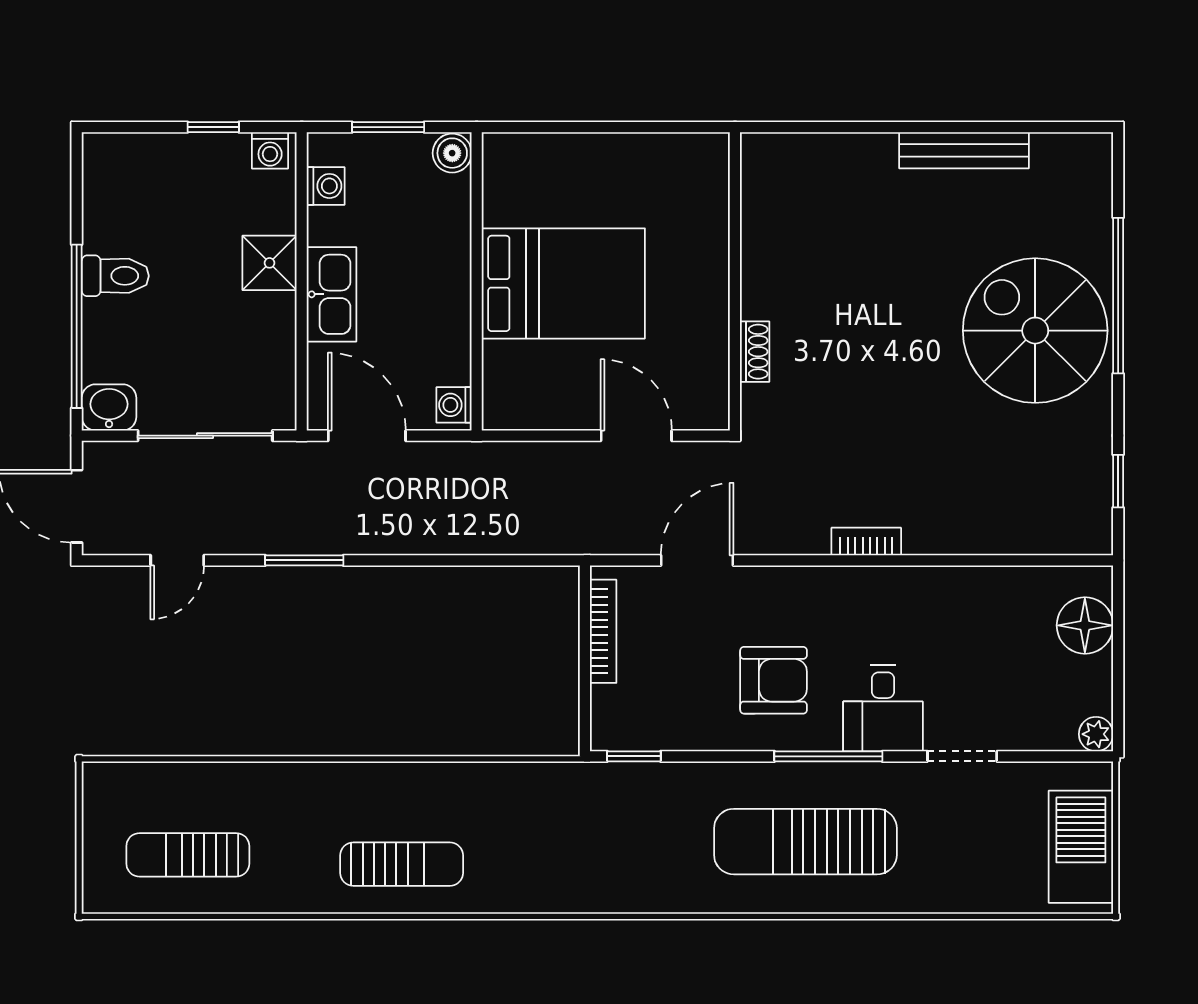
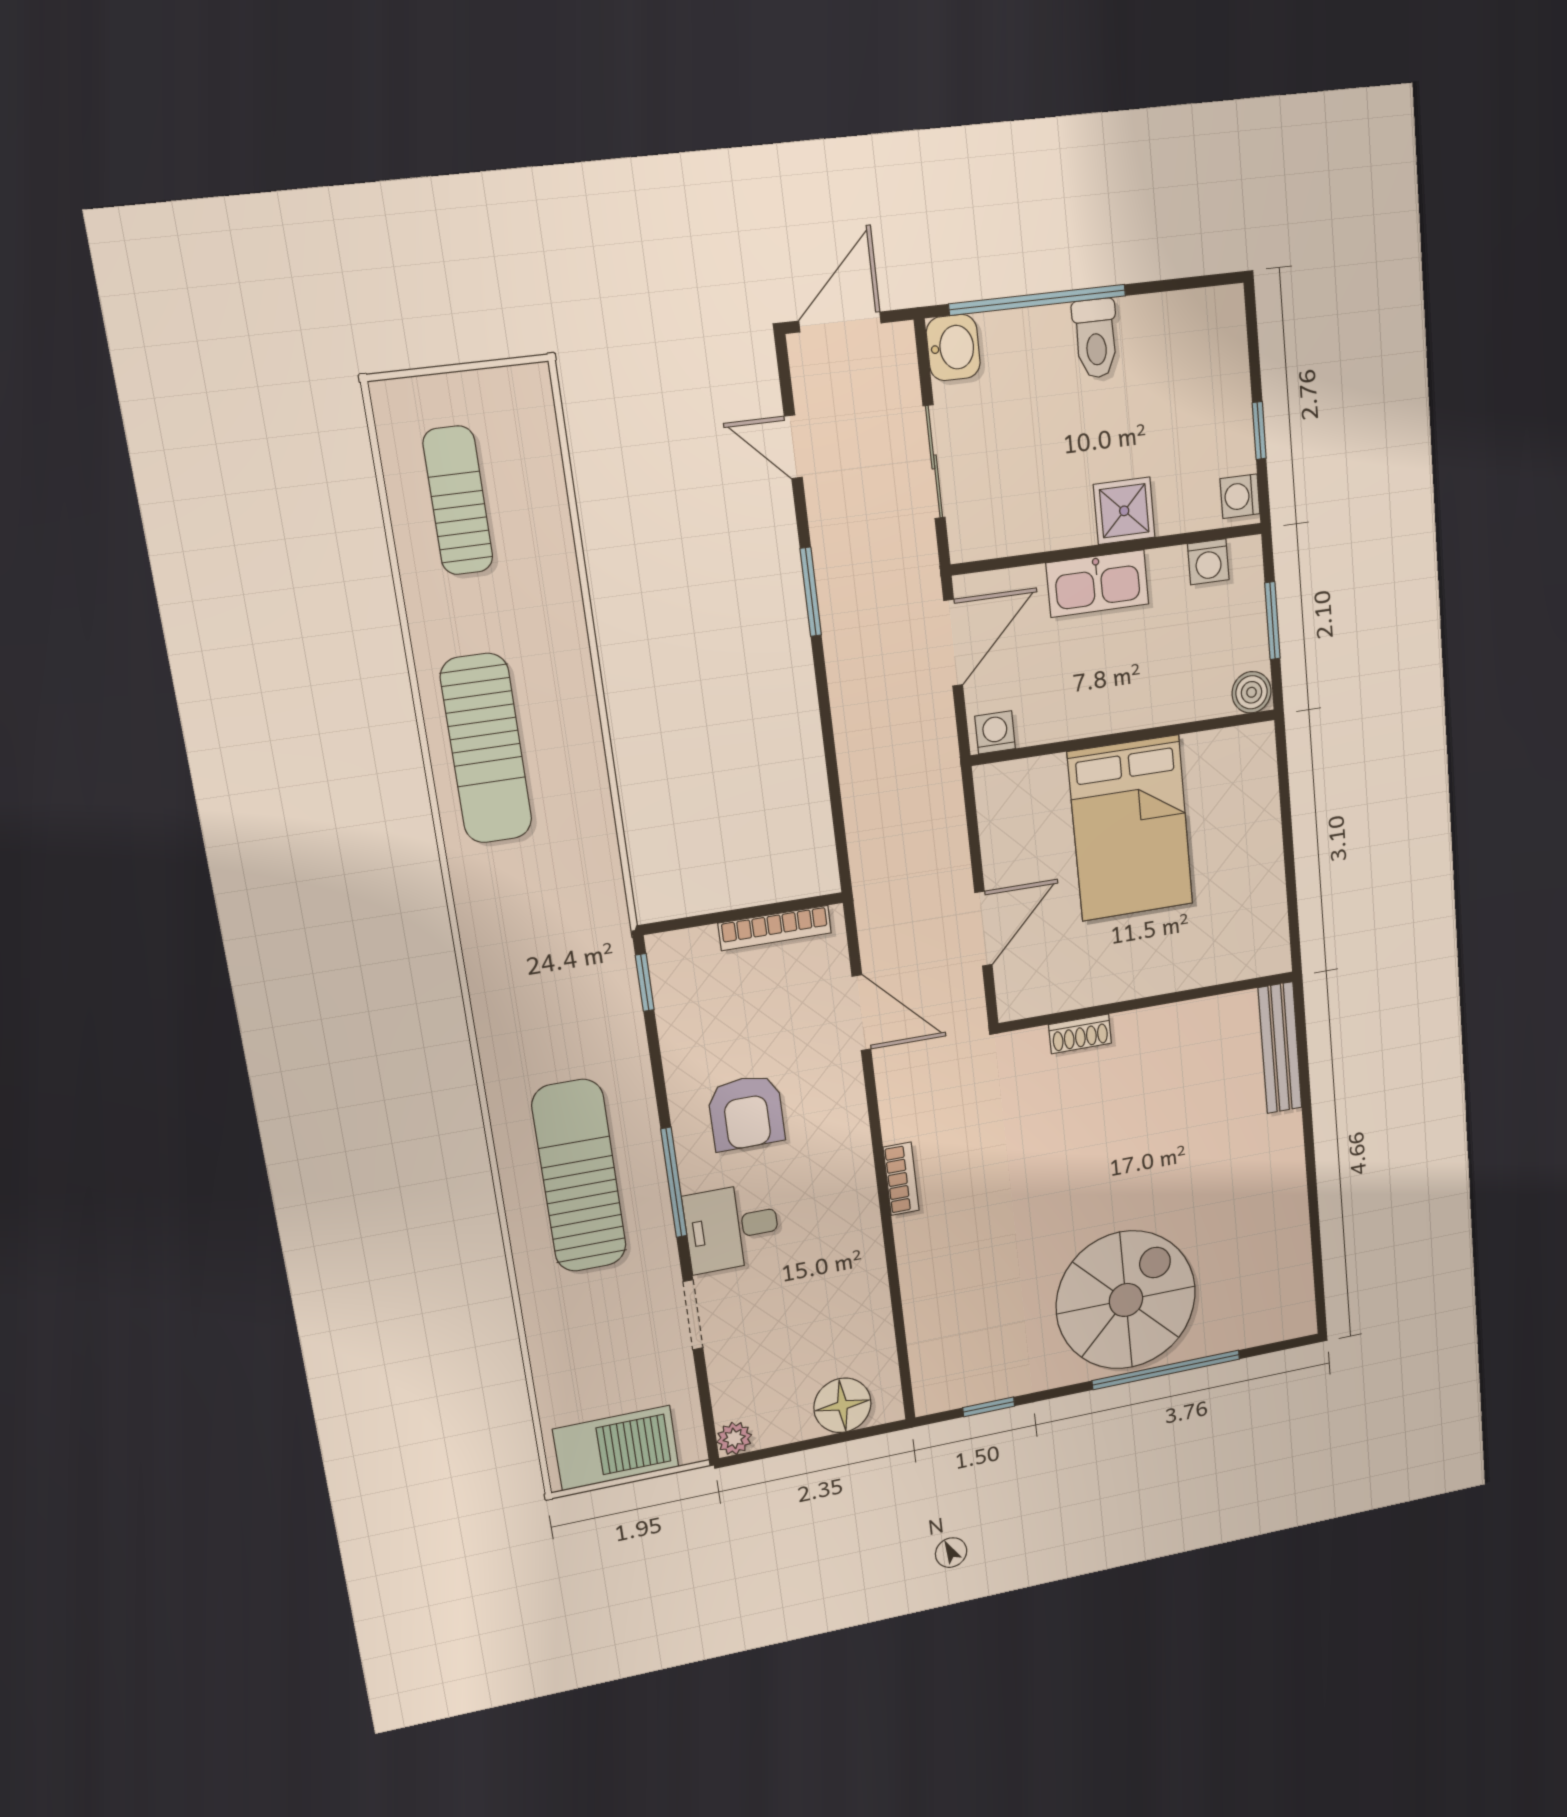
bench: (964, 150) -> (1280, 1048), moved
sliding door: (205, 436) -> (934, 462), width x0.73
sun lounger: (402, 864) -> (486, 749), width x1.36, depth x1.34

